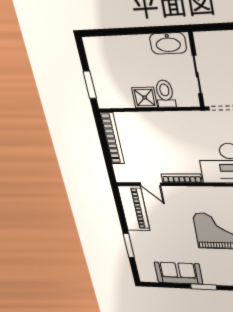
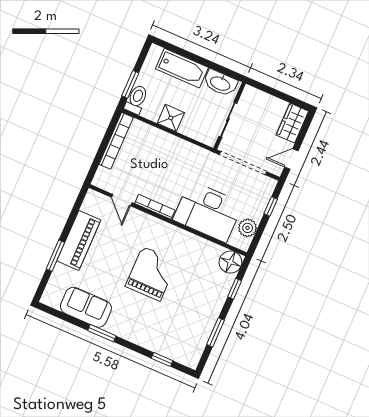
bathtub: (124, 47) -> (182, 68), added
toilet: (165, 94) -> (136, 99), moved
piano: (134, 208) -> (79, 240), moved

